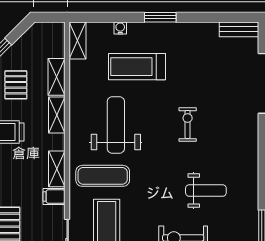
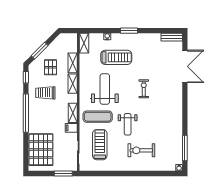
treadmill: (137, 67) -> (116, 57), turned 180
weight bench: (206, 191) -> (128, 124), moved, turned 90

